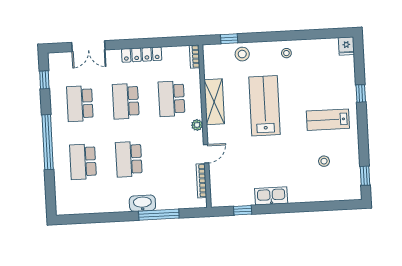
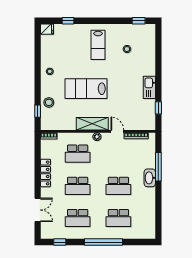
window: (361, 93) -> (68, 21), moved
shelving: (214, 102) -> (92, 124), moved

